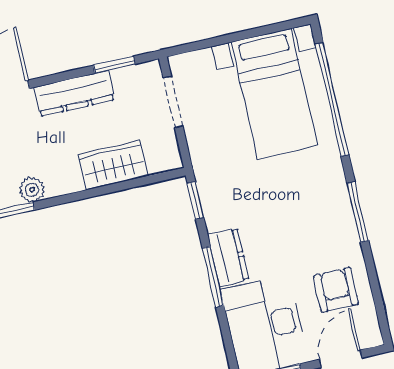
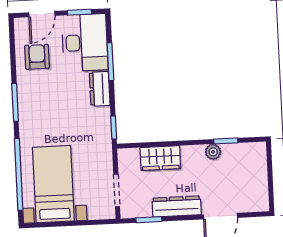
window: (213, 277) -> (110, 62), moved
armchair: (336, 290) -> (37, 57), turned 180

